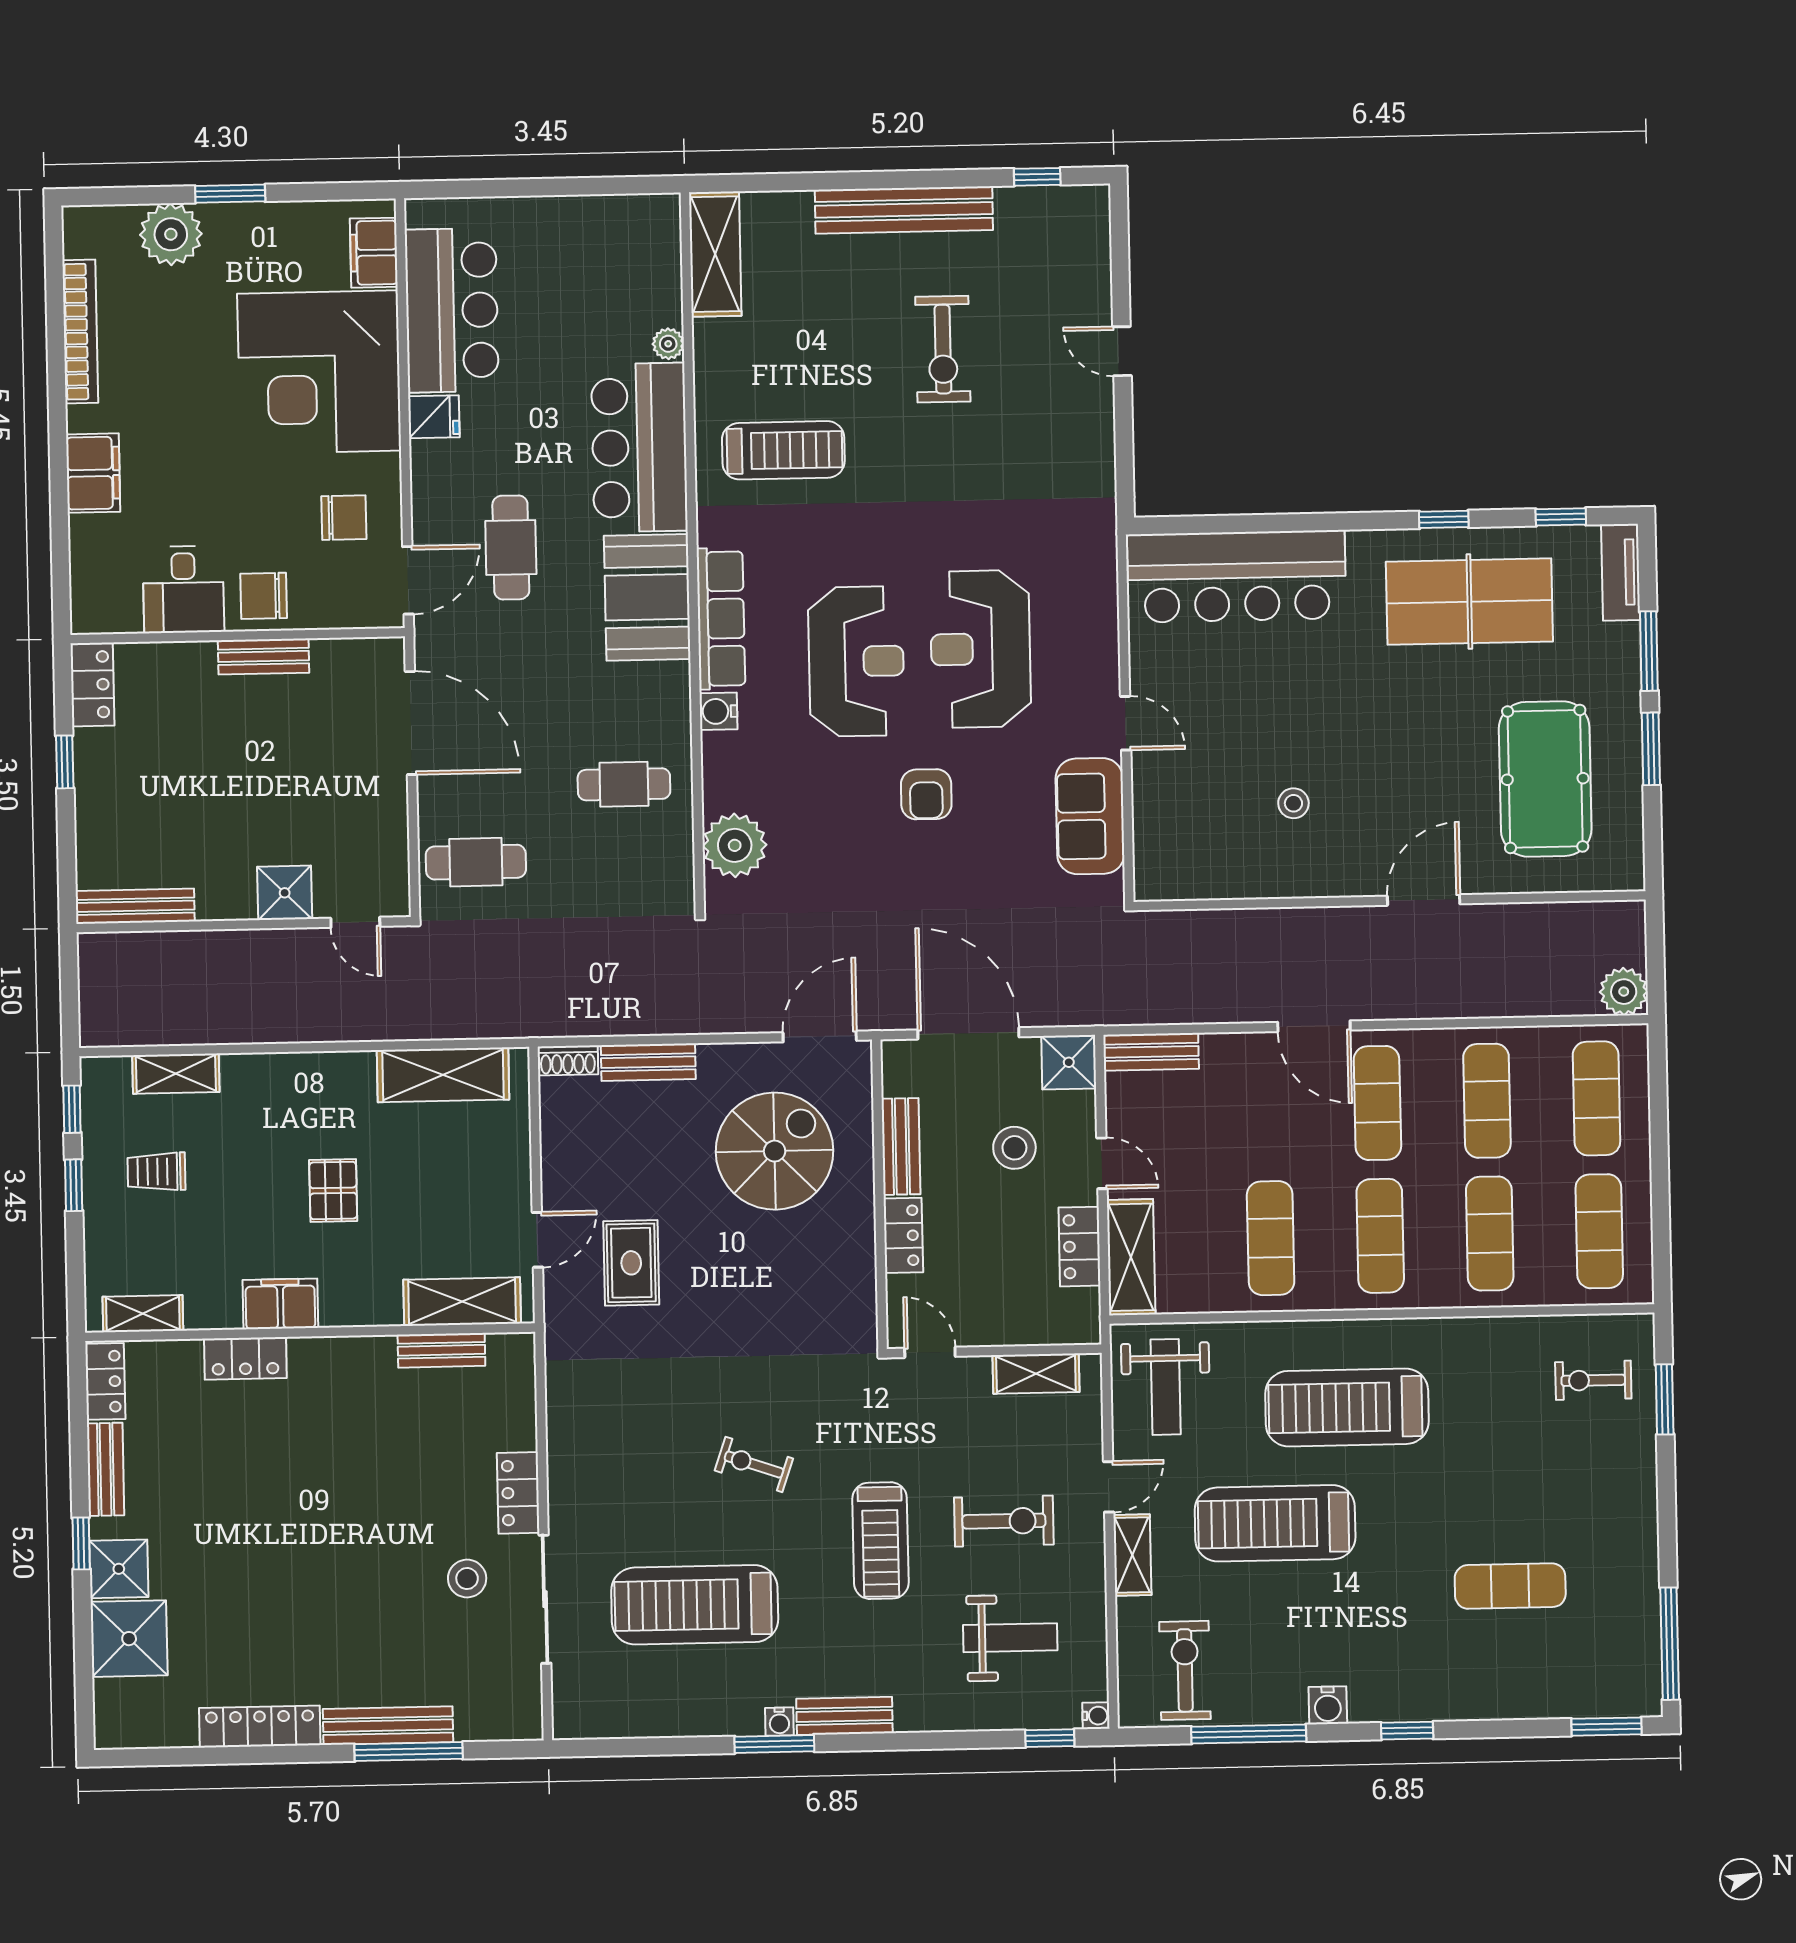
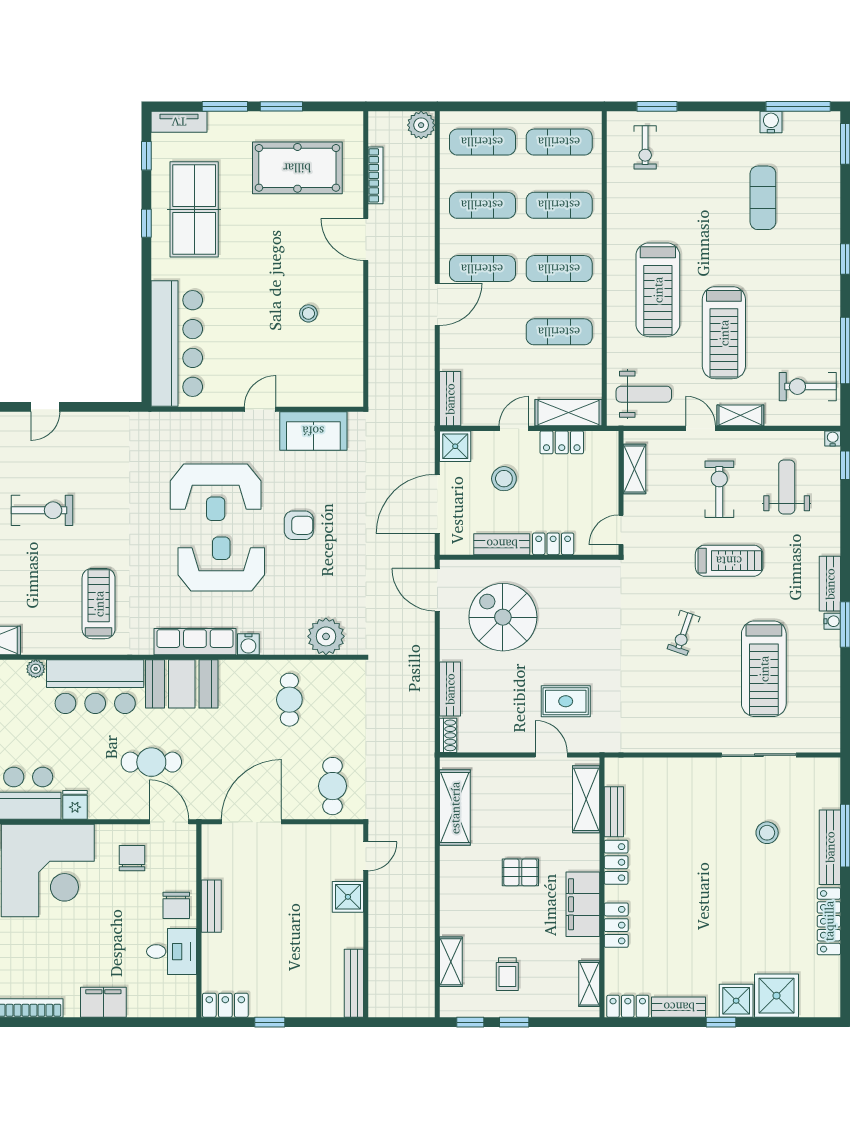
bookcase: (1535, 914) -> (375, 175), added
filing cabinet: (280, 1304) -> (583, 904), width x1.50, depth x1.17
locker: (518, 1493) -> (616, 862), moved, turned -90
stool: (467, 1579) -> (767, 833), moved
water cooler: (1328, 1705) -> (771, 122), moved, turned -90

